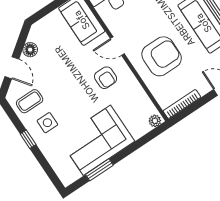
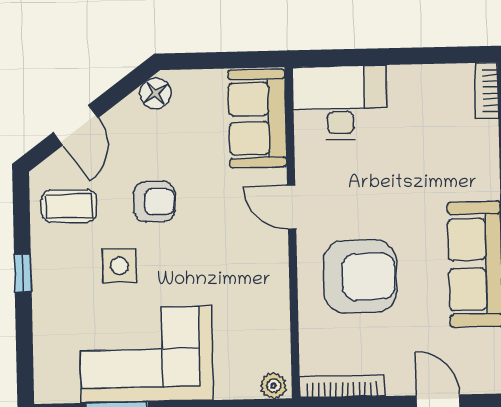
floor lamp: (30, 50) -> (155, 93), moved
armchair: (106, 78) -> (154, 202), moved, turned -90
side table: (47, 123) -> (119, 266), moved

